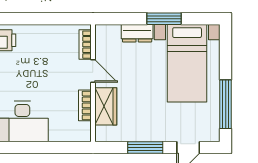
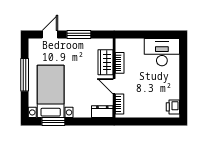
window: (164, 19) -> (53, 121), moved
dresser: (137, 33) -> (102, 112), moved
window: (226, 104) -> (25, 75), moved

